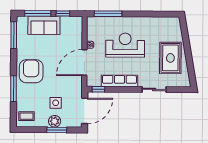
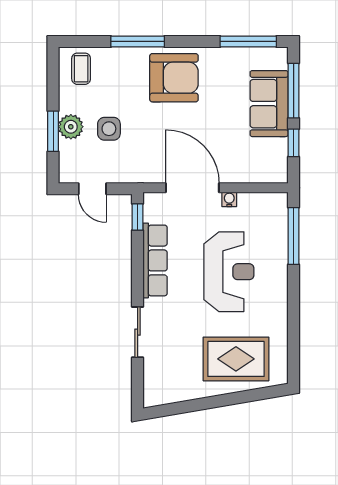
rug: (170, 58) -> (236, 359), moved
door: (85, 111) -> (92, 189), width x0.53

